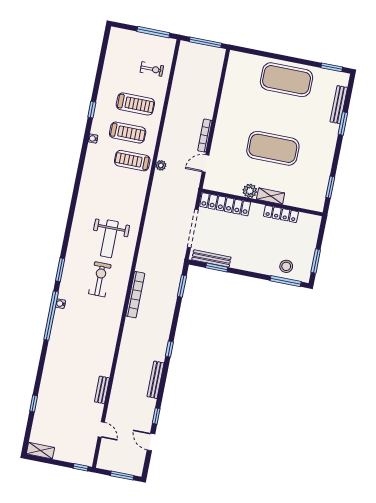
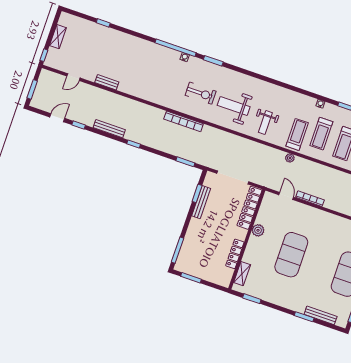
shelving: (271, 196) -> (242, 274), moved
weight bench: (123, 199) -> (265, 122), added
bench: (211, 258) -> (201, 202), moved
stool: (286, 266) -> (190, 252), removed
shelving: (40, 451) -> (58, 37), moved

